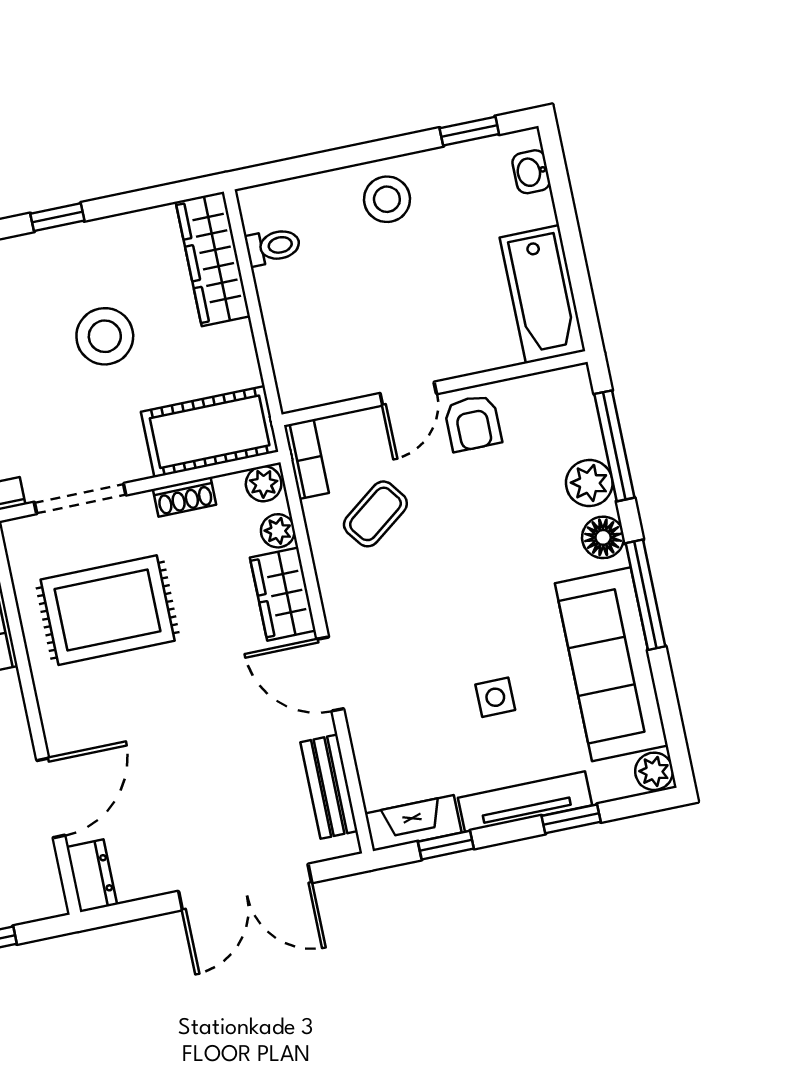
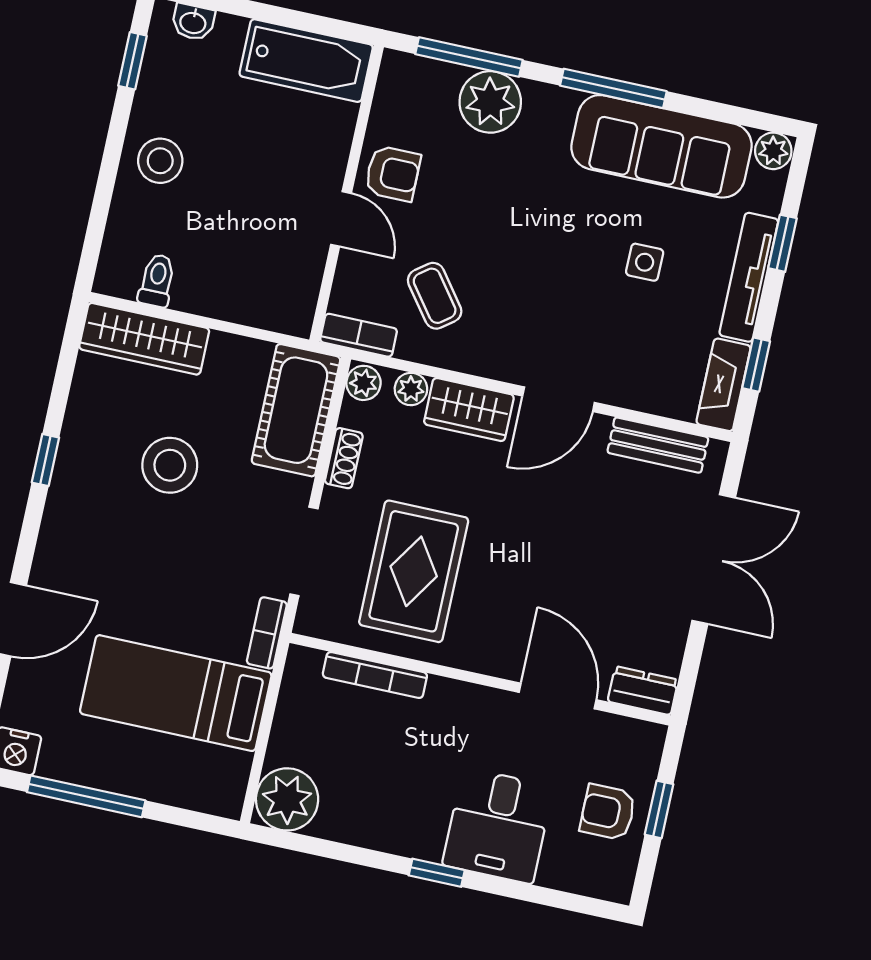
plant: (589, 483) -> (490, 102), width x1.36, depth x1.36
floor lamp: (603, 537) -> (546, 103), removed

